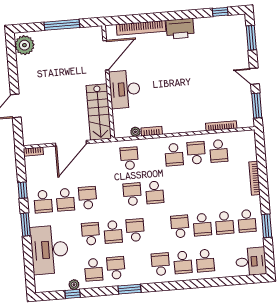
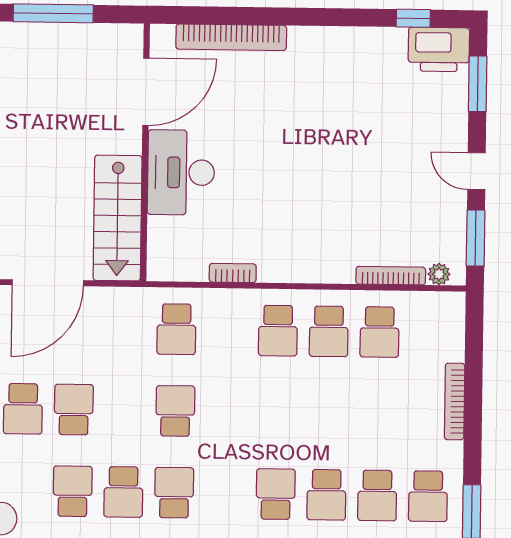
printer: (180, 29) -> (439, 49), moved
plant: (135, 132) -> (439, 274), moved
school desk: (196, 153) -> (329, 331), turned 180
school desk: (129, 158) -> (176, 329), turned 180
school desk: (155, 192) -> (226, 412), removed

